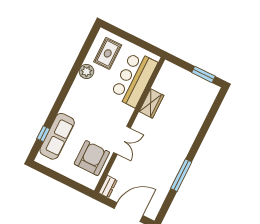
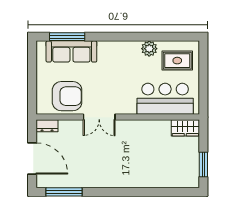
wardrobe: (151, 103) -> (185, 128), moved
window: (43, 134) -> (67, 37), width x2.17
window: (181, 175) -> (64, 192), moved

